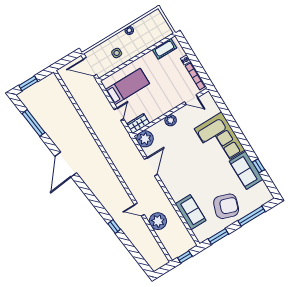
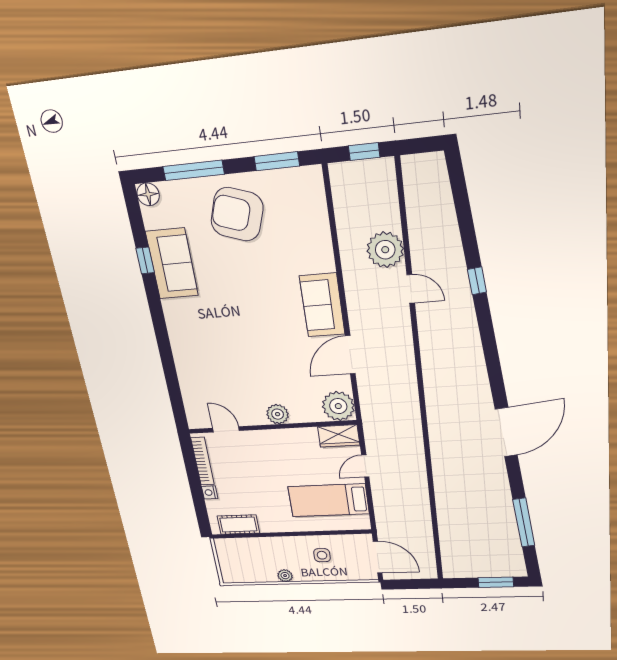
corner sofa: (220, 139) -> (201, 341), removed
floor lamp: (267, 197) -> (148, 194), added
sofa: (191, 212) -> (322, 305), moved

